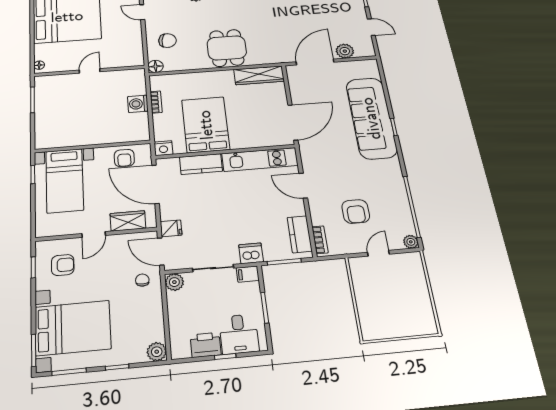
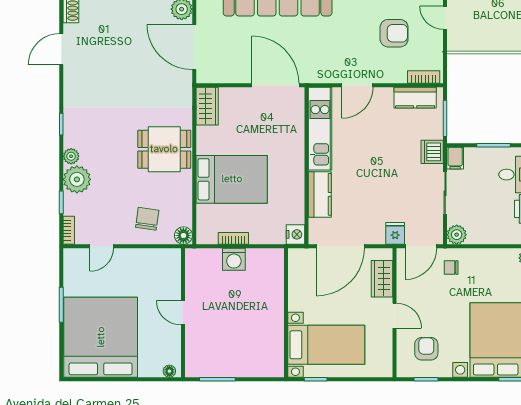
wardrobe: (259, 75) -> (207, 106), width x0.67
bed: (206, 125) -> (232, 179), moved, turned 180
armchair: (124, 158) -> (304, 278), removed

